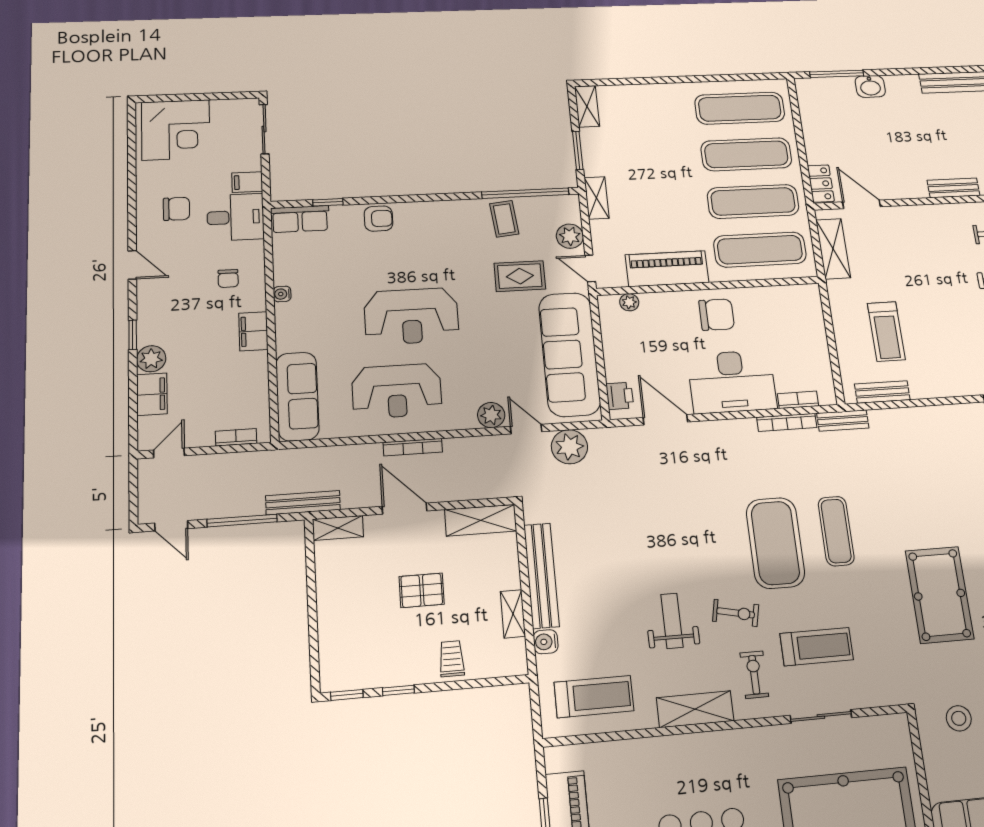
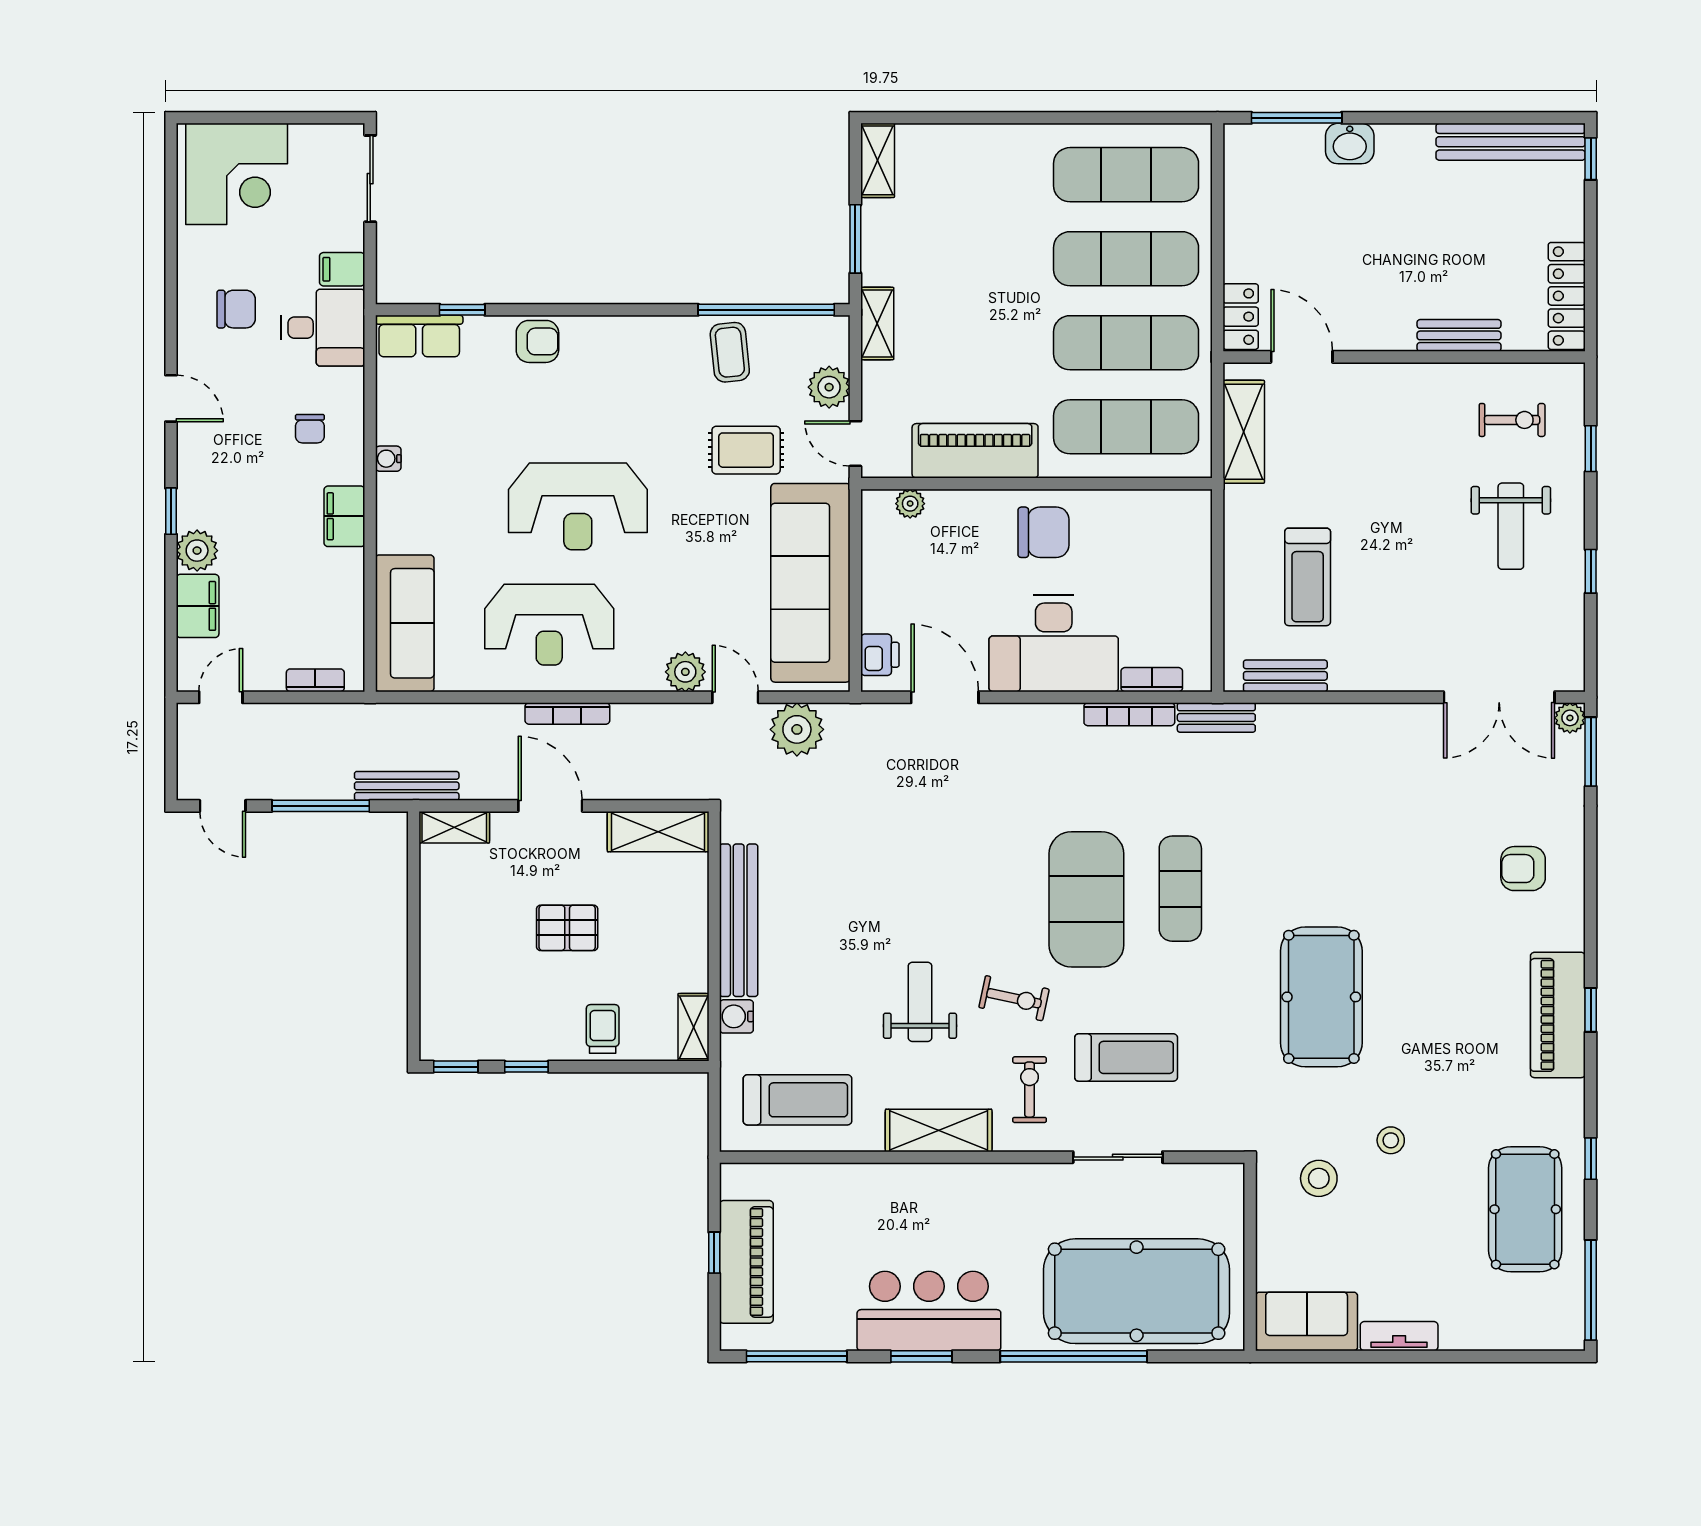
shelving: (513, 614) -> (693, 1027), moved

